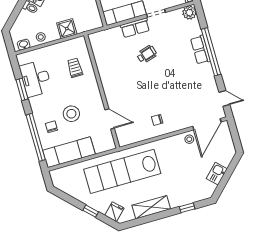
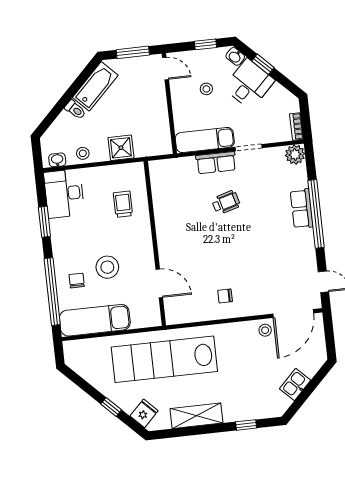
desk: (36, 78) -> (64, 193), moved

